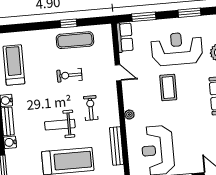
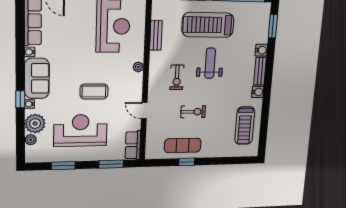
reception desk: (177, 49) -> (80, 130), turned 180
coffee table: (168, 87) -> (94, 91), turned 90
weight bench: (60, 125) -> (210, 63), turned -90
bench: (117, 146) -> (156, 35), width x0.73

